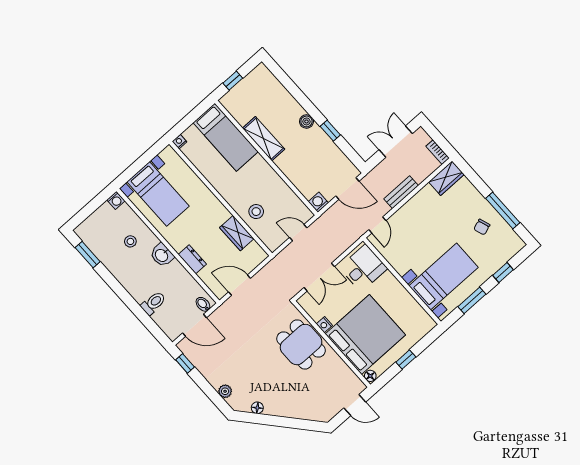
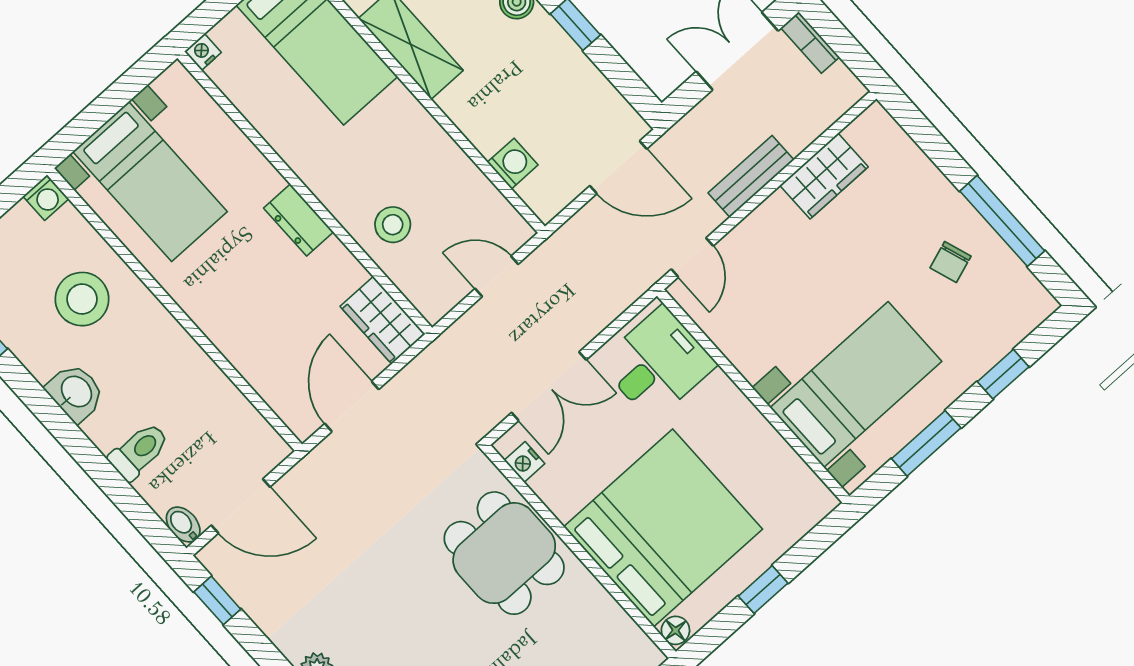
bookcase: (438, 152) -> (810, 43), moved
wardrobe: (446, 178) -> (824, 176), moved
washing machine: (318, 202) -> (513, 164), moved, turned 90
wardrobe: (237, 233) -> (383, 320), moved
stool: (130, 241) -> (82, 299), width x1.89, depth x1.89
washbasin: (162, 255) -> (76, 392), moved, turned 180
dresser: (192, 259) -> (298, 220), moved, turned 180
door: (239, 285) -> (352, 406), hinge flipped
bidet: (203, 304) -> (183, 525), moved
nightstand: (324, 325) -> (524, 462), moved

